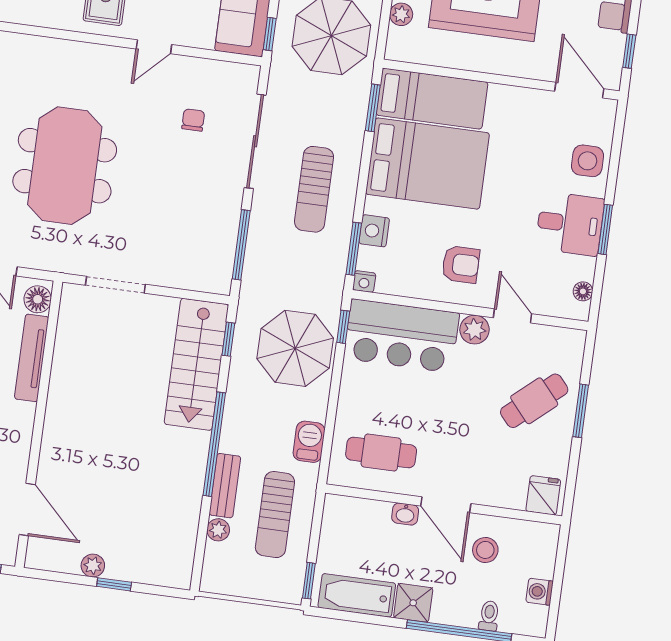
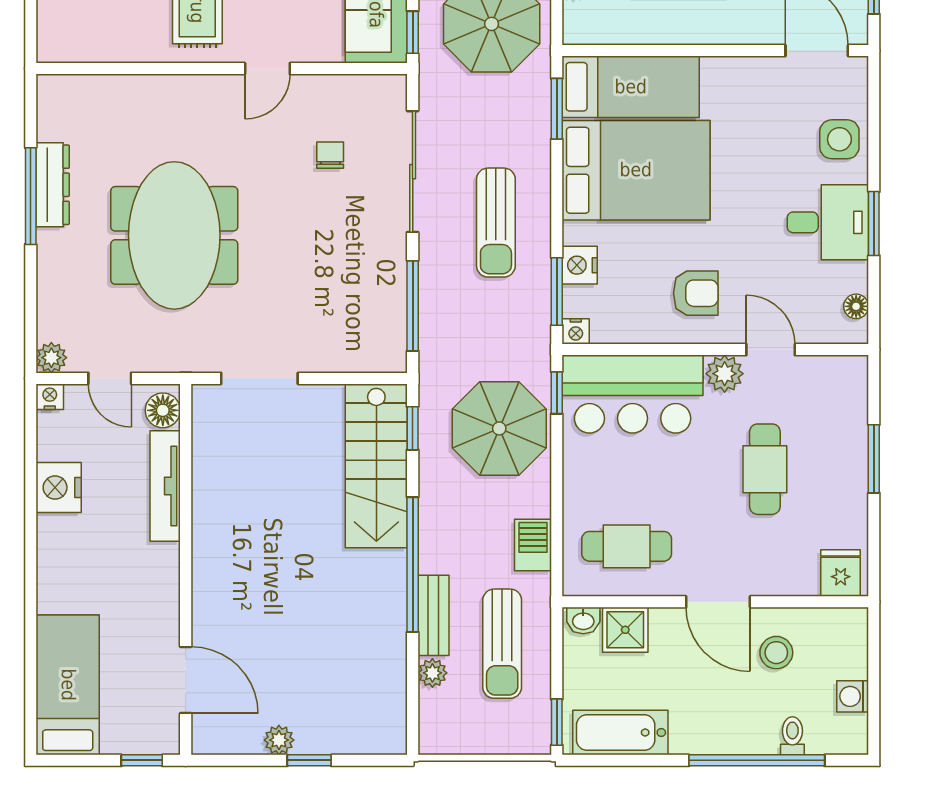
cafe table: (534, 401) -> (765, 469), moved, turned -49
washbasin: (405, 514) -> (583, 621), moved
shower: (413, 603) -> (625, 630), moved

